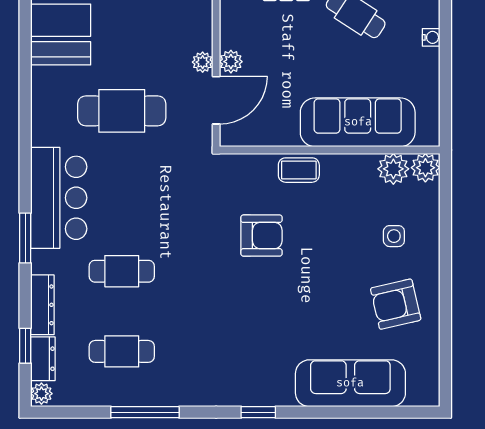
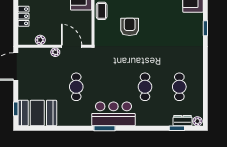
plant: (231, 62) -> (40, 40), moved
cafe table: (122, 111) -> (76, 87), width x0.73, depth x0.74
window: (25, 238) -> (104, 128), moved
dresser: (42, 305) -> (159, 121), removed
window: (145, 412) -> (205, 77), removed

